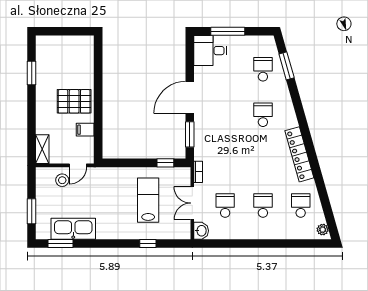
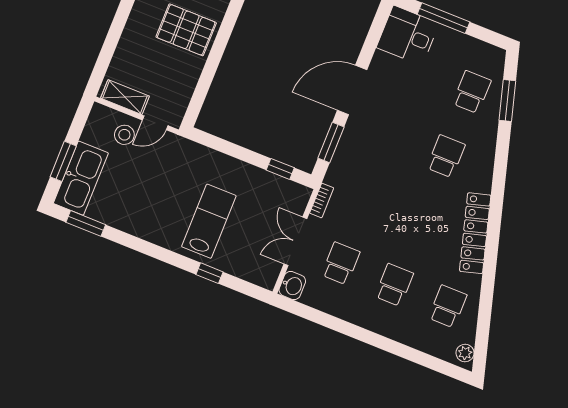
filing cabinet: (85, 130) -> (186, 76), removed
shelving: (42, 149) -> (125, 97), moved, turned 90
lab bench: (148, 200) -> (209, 221), moved
kitchen sink: (73, 229) -> (81, 178), moved, turned 90

